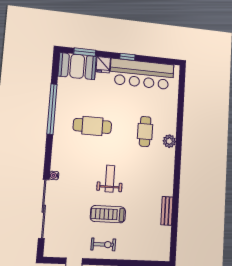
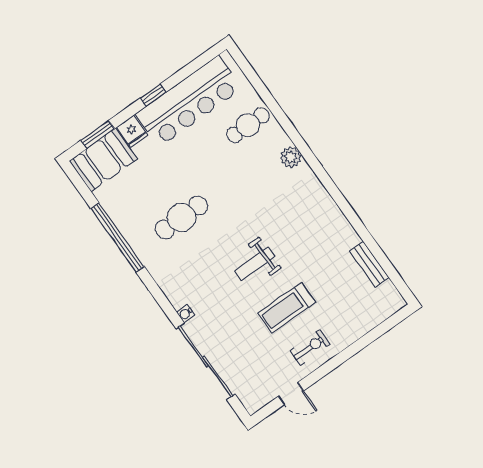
cafe table: (145, 131) -> (248, 125), moved, turned 90
weight bench: (110, 179) -> (255, 264), turned -90
bench: (167, 211) -> (369, 264), moved

